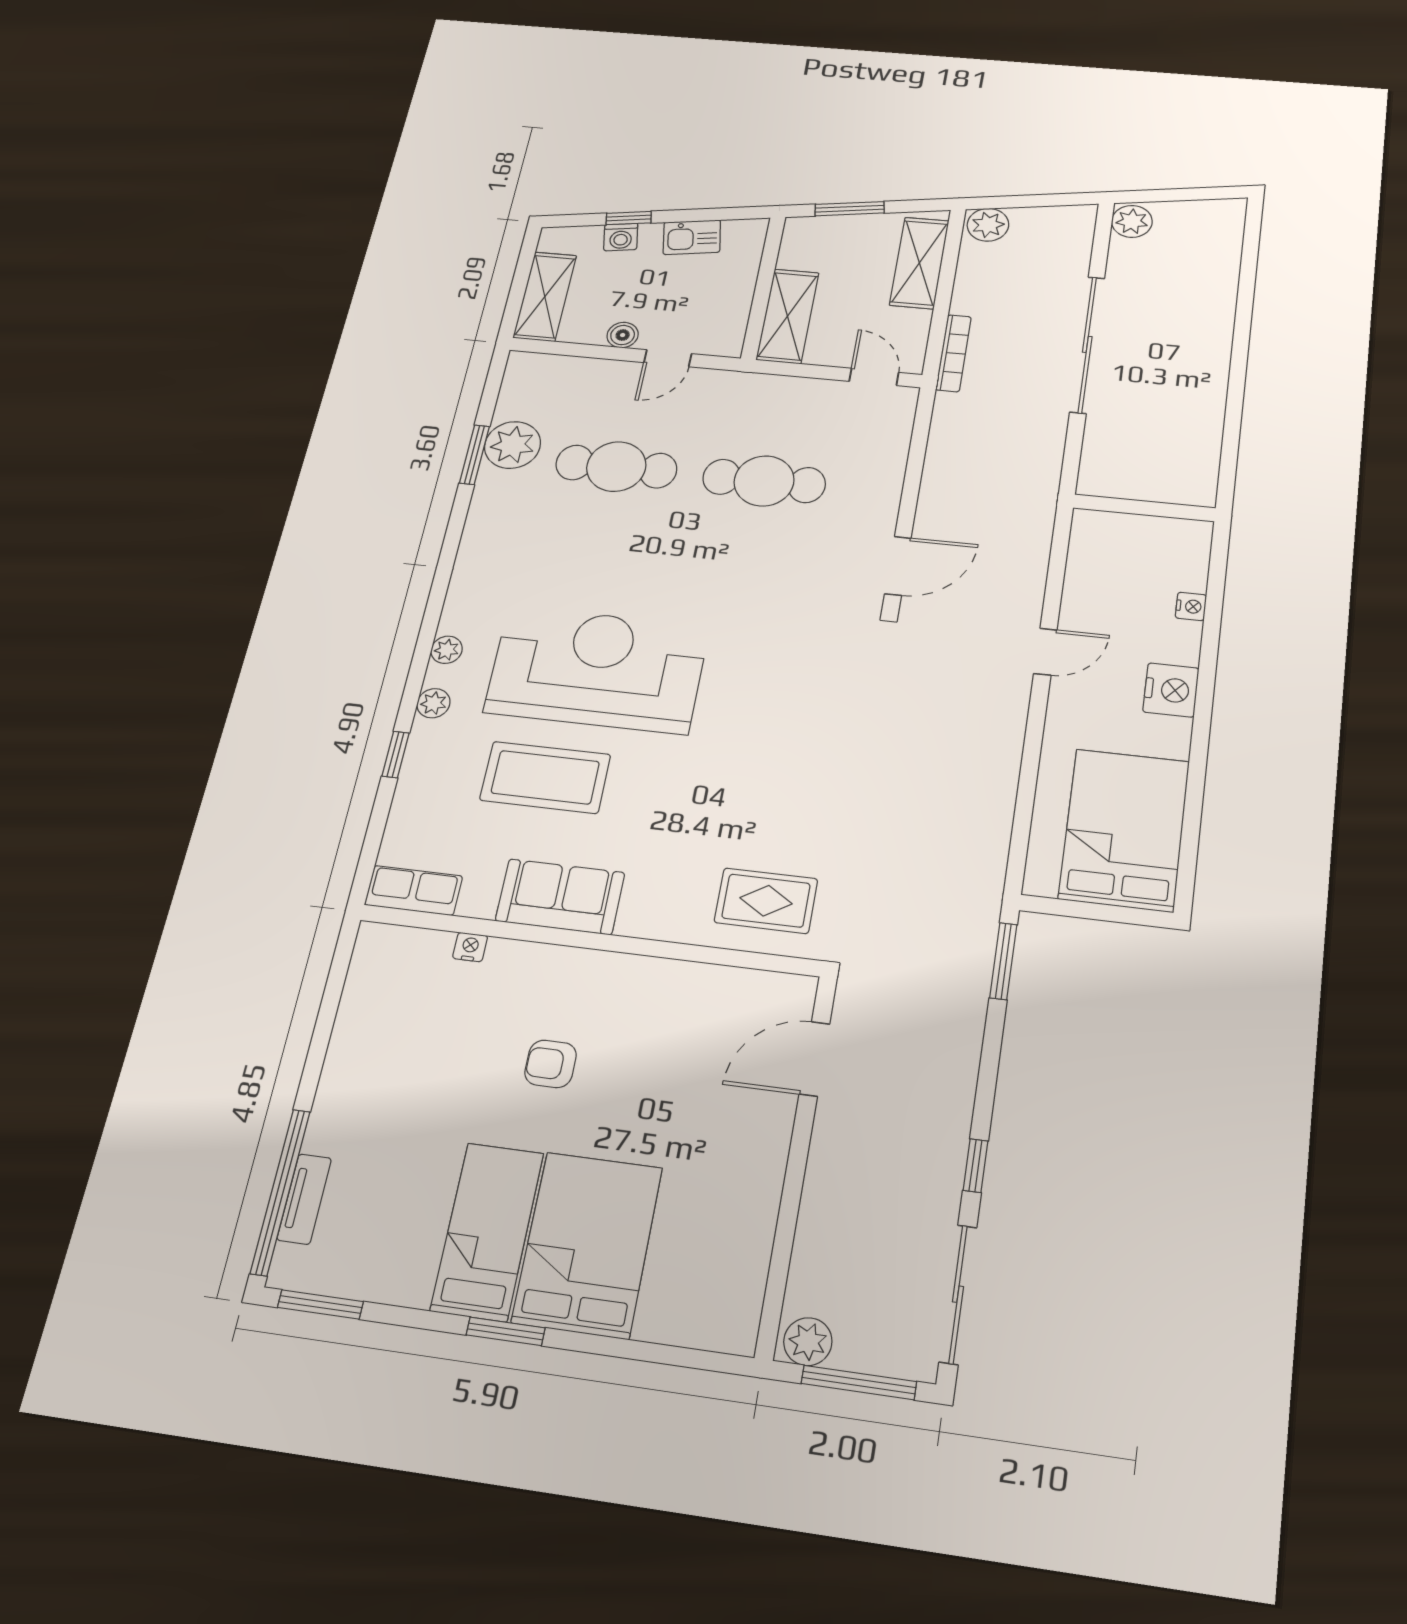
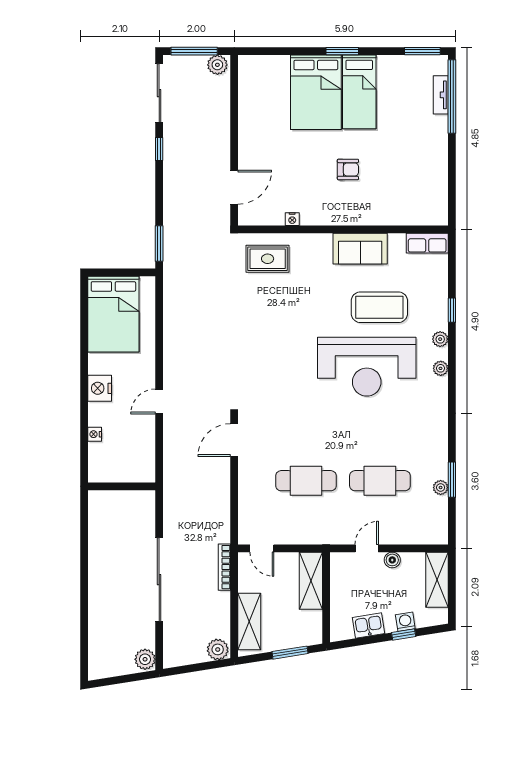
plant: (513, 445) -> (441, 488), width x0.53, depth x0.53
nightstand: (470, 947) -> (292, 219), moved

